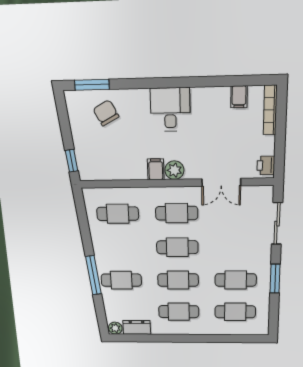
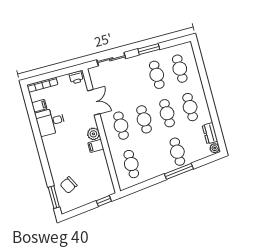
desk: (170, 110) -> (50, 122), moved

